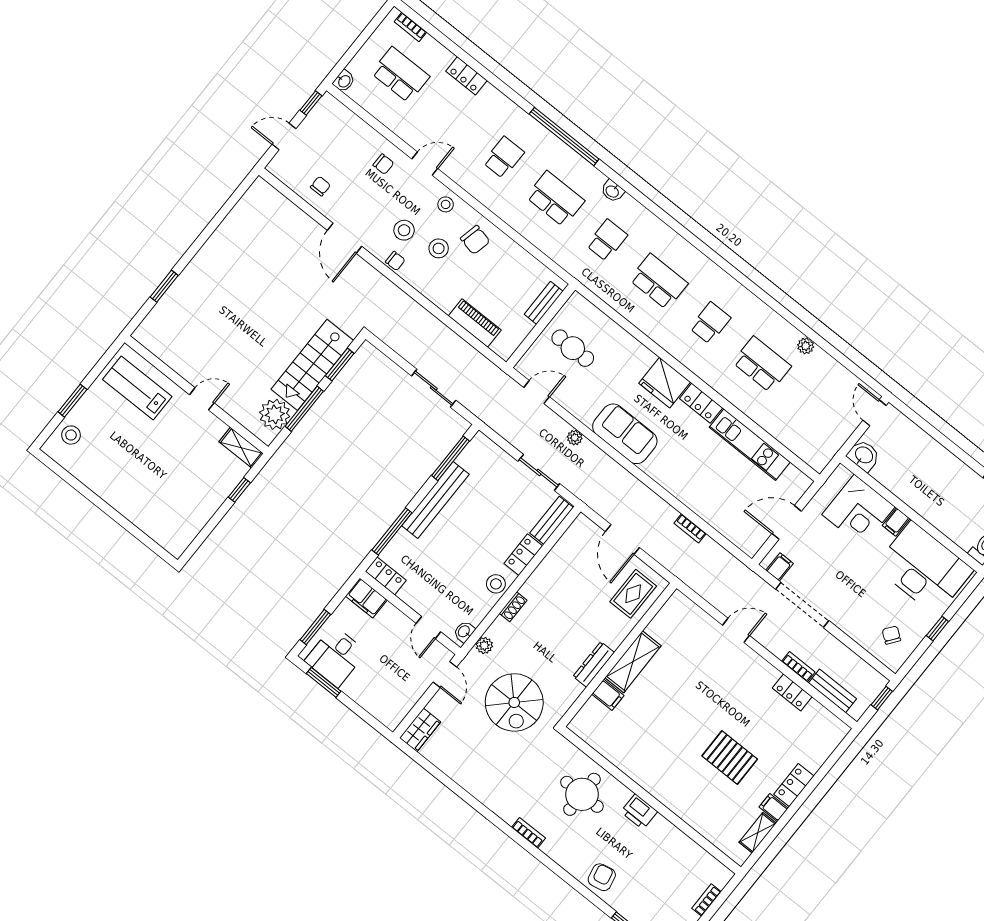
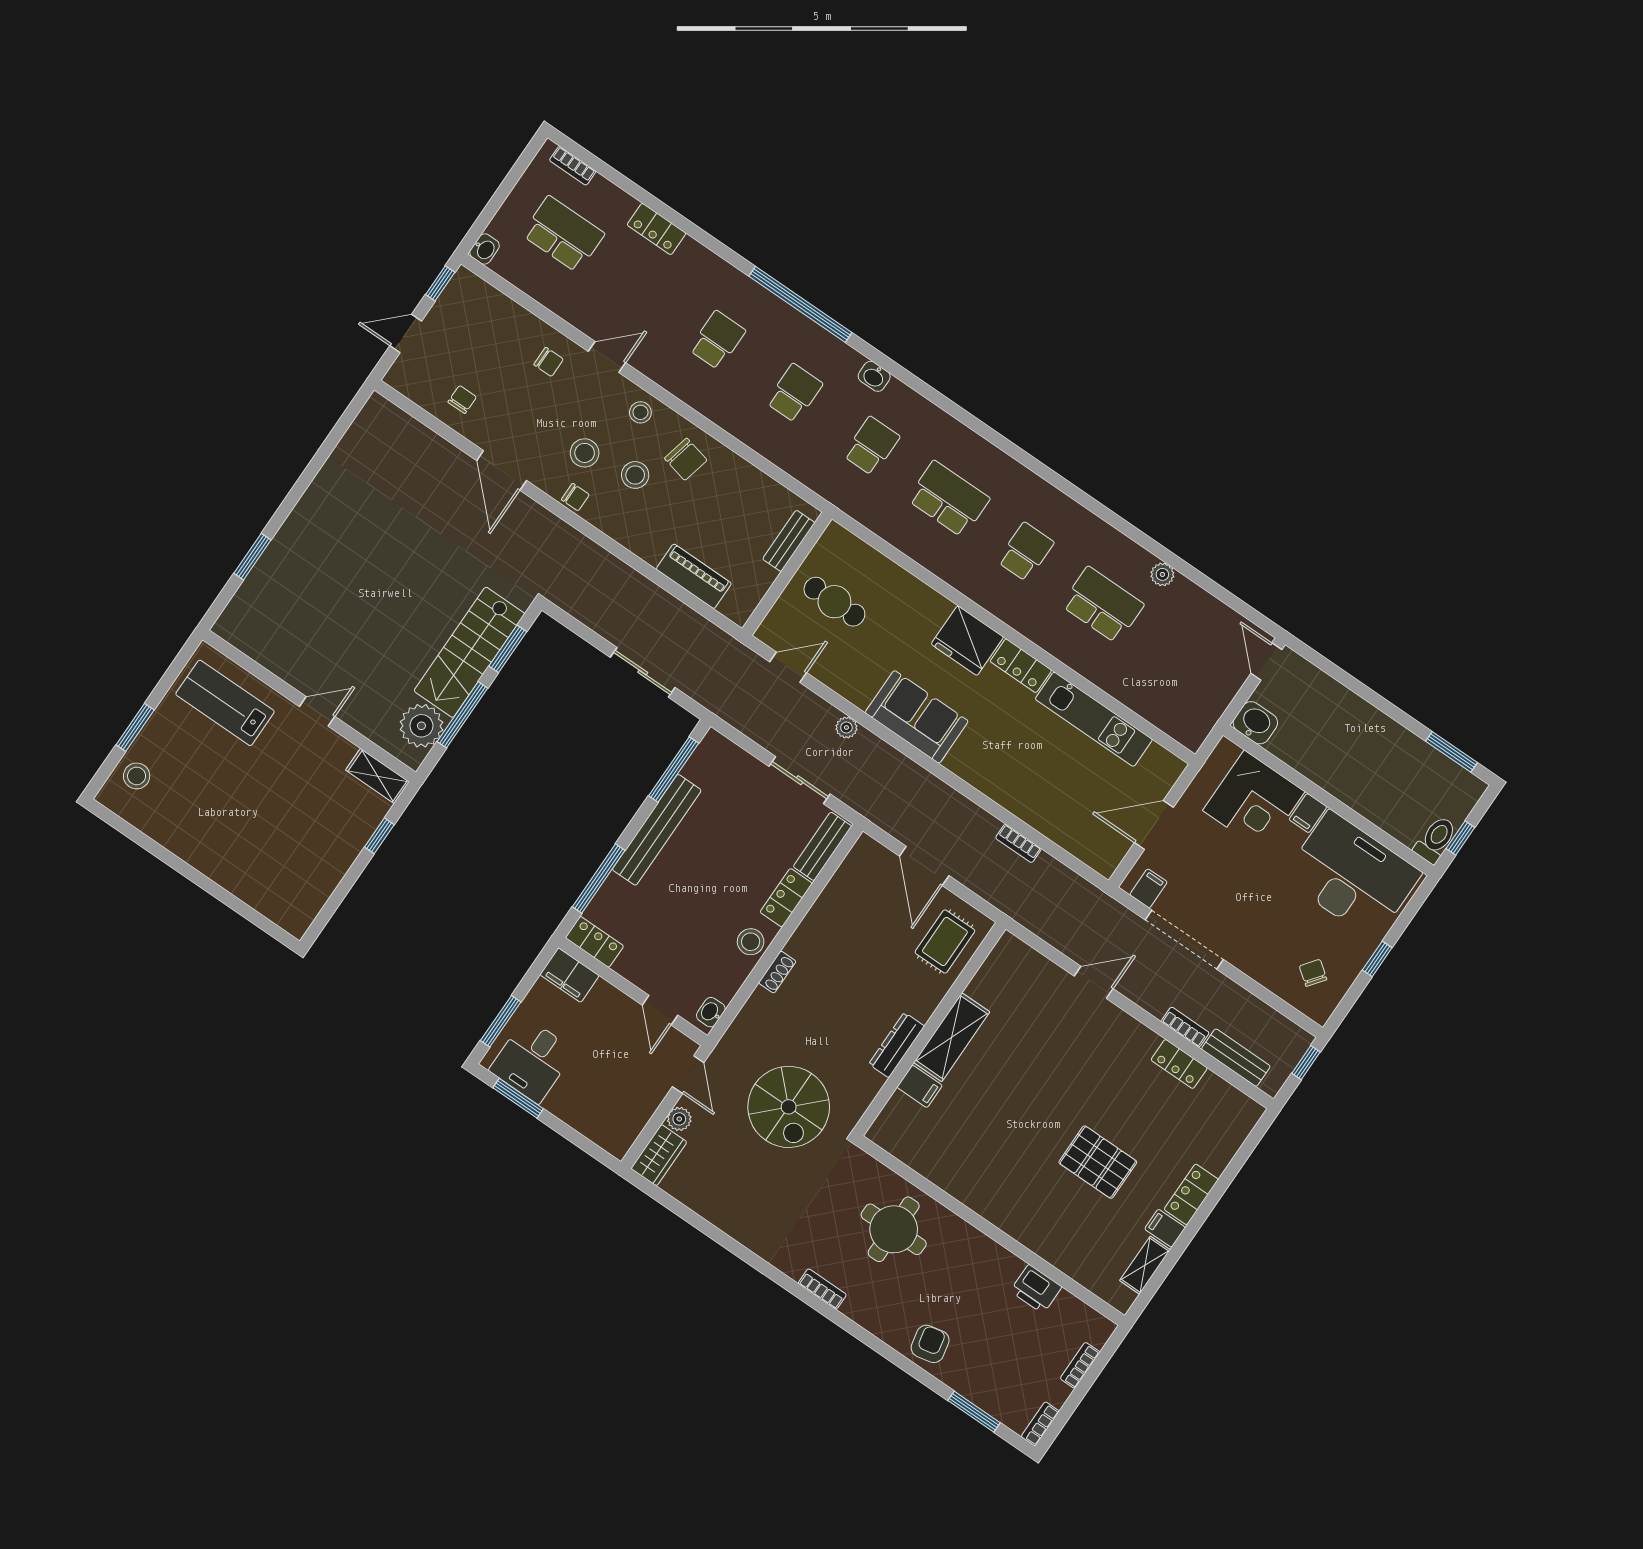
school desk: (555, 199) -> (794, 393), width x0.54
plant: (484, 645) -> (679, 1119), moved
printer: (639, 812) -> (1036, 1289), moved

